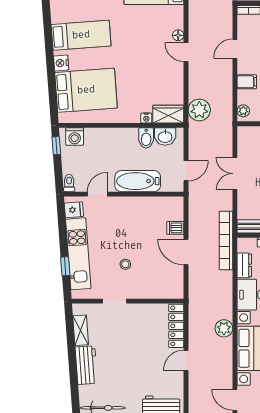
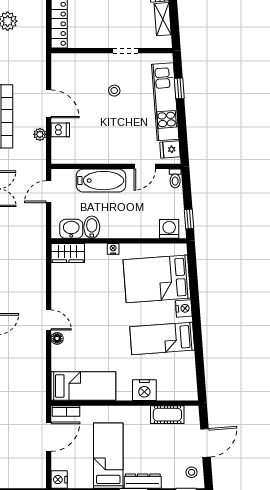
plant: (199, 110) -> (40, 134), moved, width x0.53, depth x0.53
nightstand: (146, 118) -> (113, 249), moved

